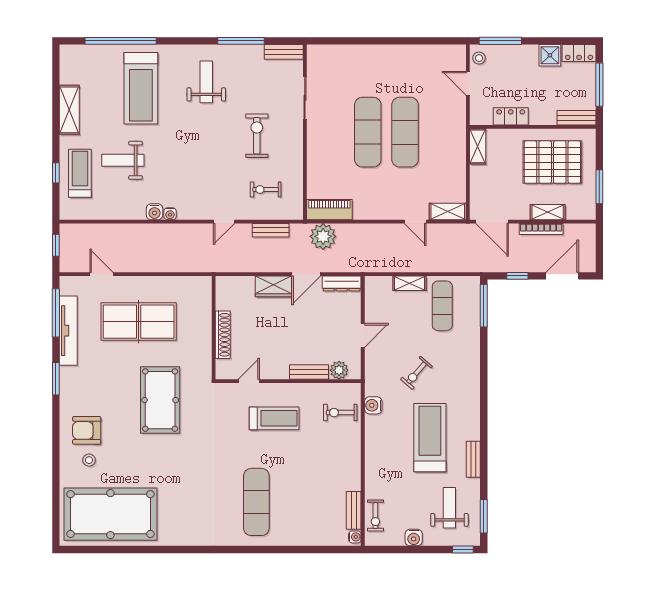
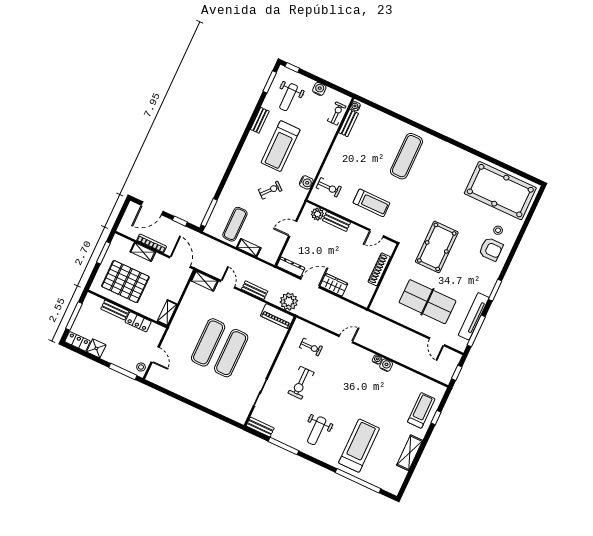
bench: (577, 118) -> (115, 310), moved
weight bench: (123, 160) -> (391, 406), removed
treadmill: (80, 173) -> (421, 410), turned 180
bench: (271, 230) -> (255, 290), moved
treadmill: (274, 418) -> (371, 203), turned 180

